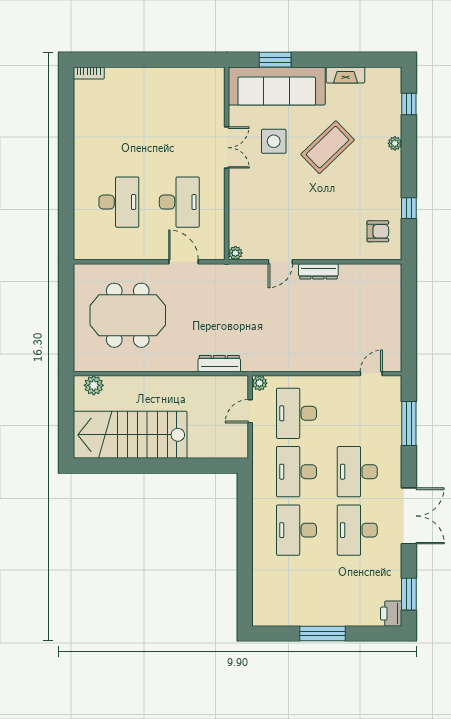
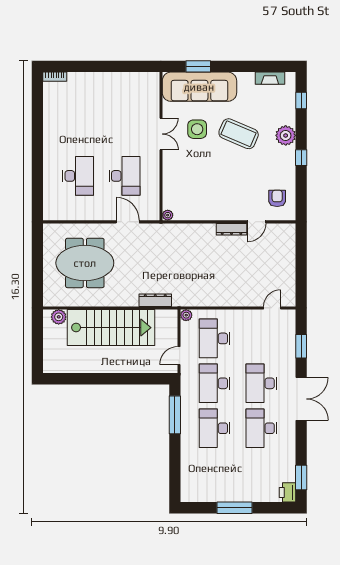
fireplace: (346, 75) -> (270, 78), moved
plant: (395, 143) -> (286, 135), width x1.88, depth x1.88
coffee table: (328, 147) -> (239, 134), turned 67
window: (409, 208) -> (301, 158), moved
armchair: (378, 231) -> (277, 198), turned -90
door: (280, 262) -> (256, 222), moved
door: (250, 411) -> (179, 356), moved
window: (409, 423) -> (301, 346), width x0.69
stairs: (130, 435) -> (111, 328), moved, turned 180
window: (245, 513) -> (175, 415), added
double door: (409, 516) -> (301, 399), moved

